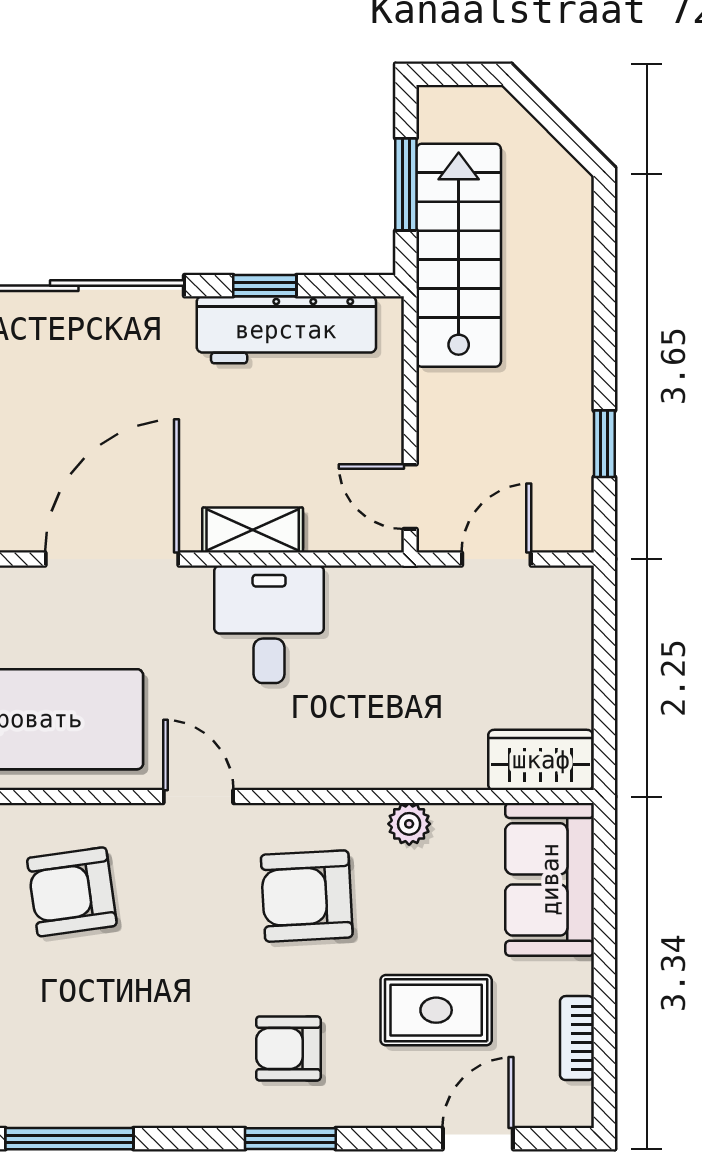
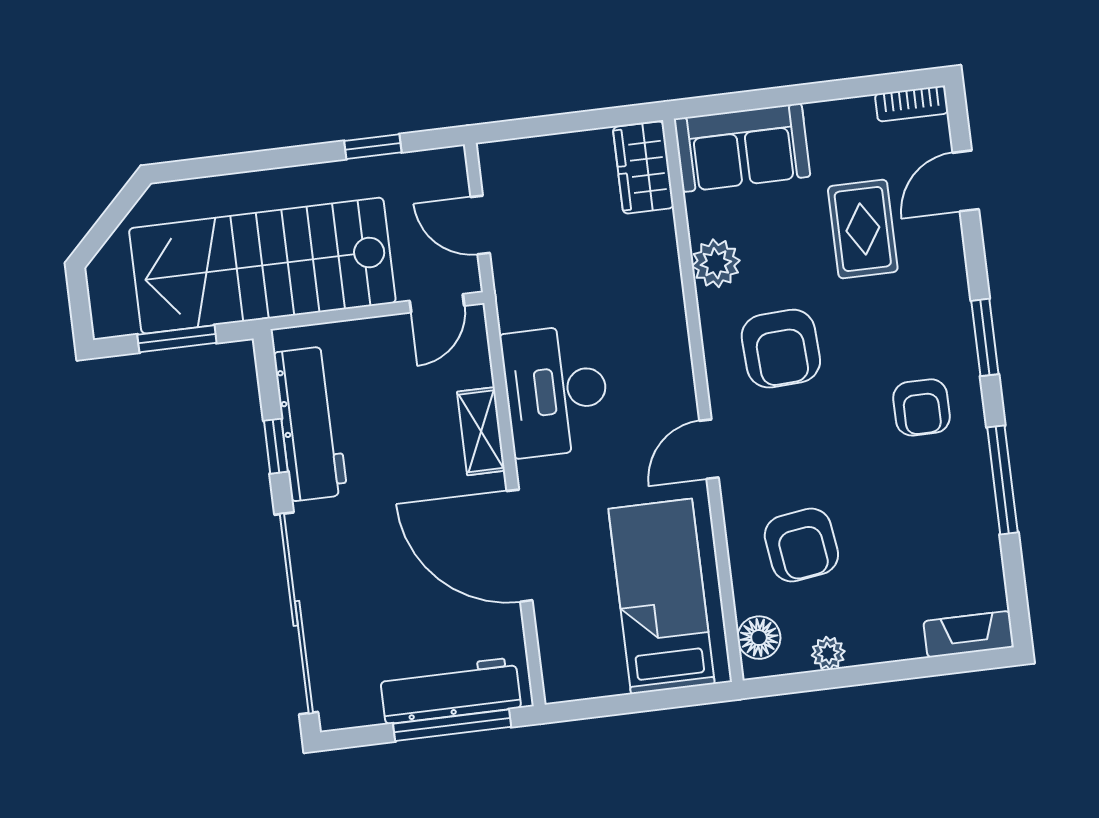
stairs: (459, 255) -> (262, 266), width x1.36, depth x1.51
desk: (269, 624) -> (556, 391), width x1.37
plant: (409, 824) -> (716, 263), width x1.38, depth x1.38
bookcase: (577, 1038) -> (912, 104), moved
armchair: (288, 1048) -> (921, 407), moved
window: (69, 1139) -> (1002, 480), moved
door: (478, 1139) -> (966, 181), hinge flipped

